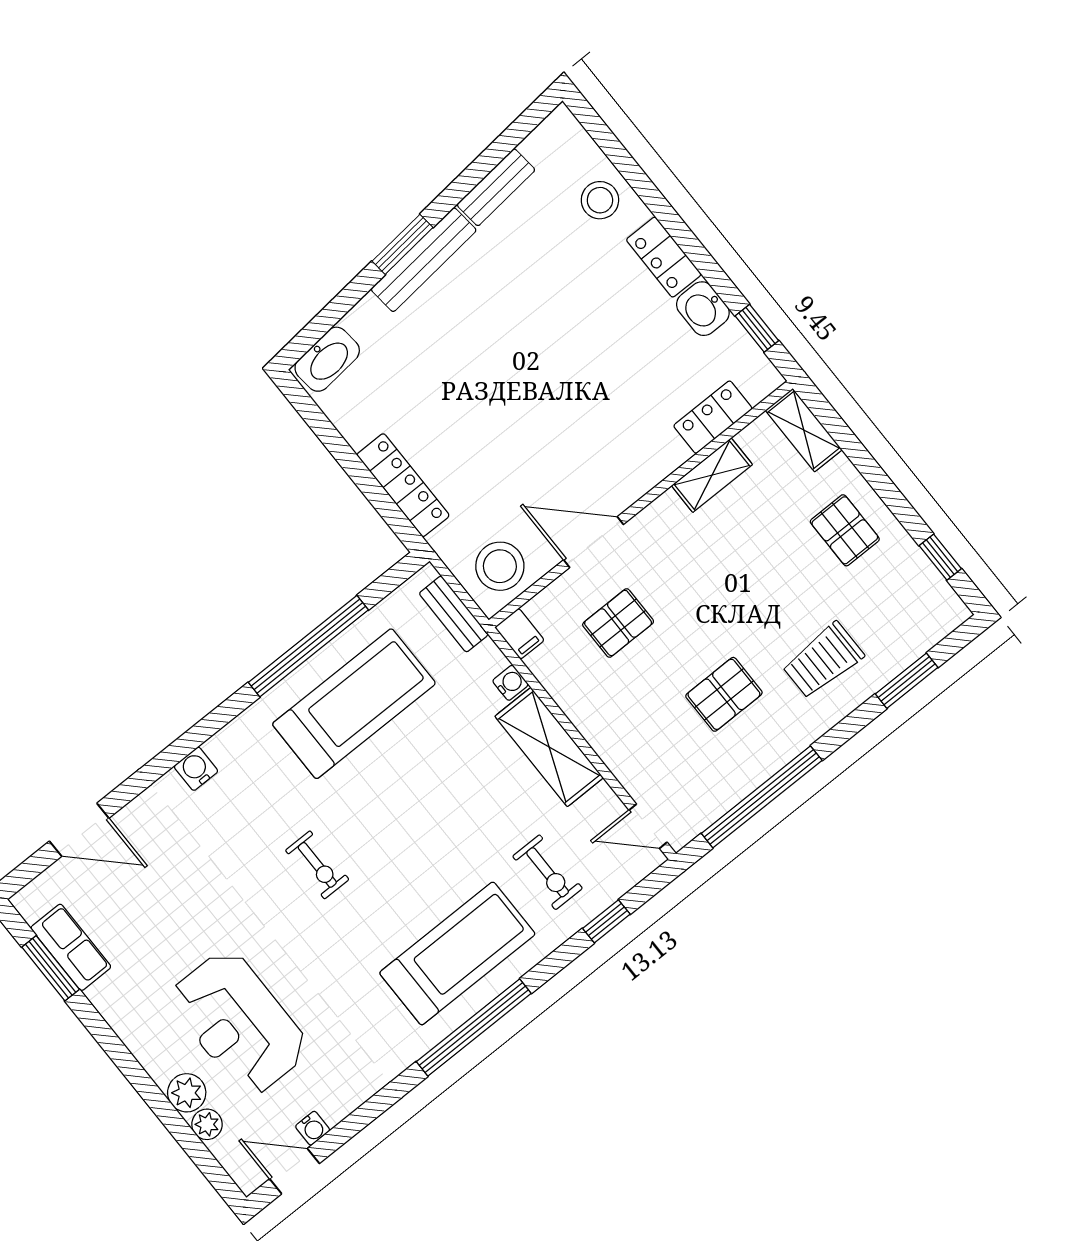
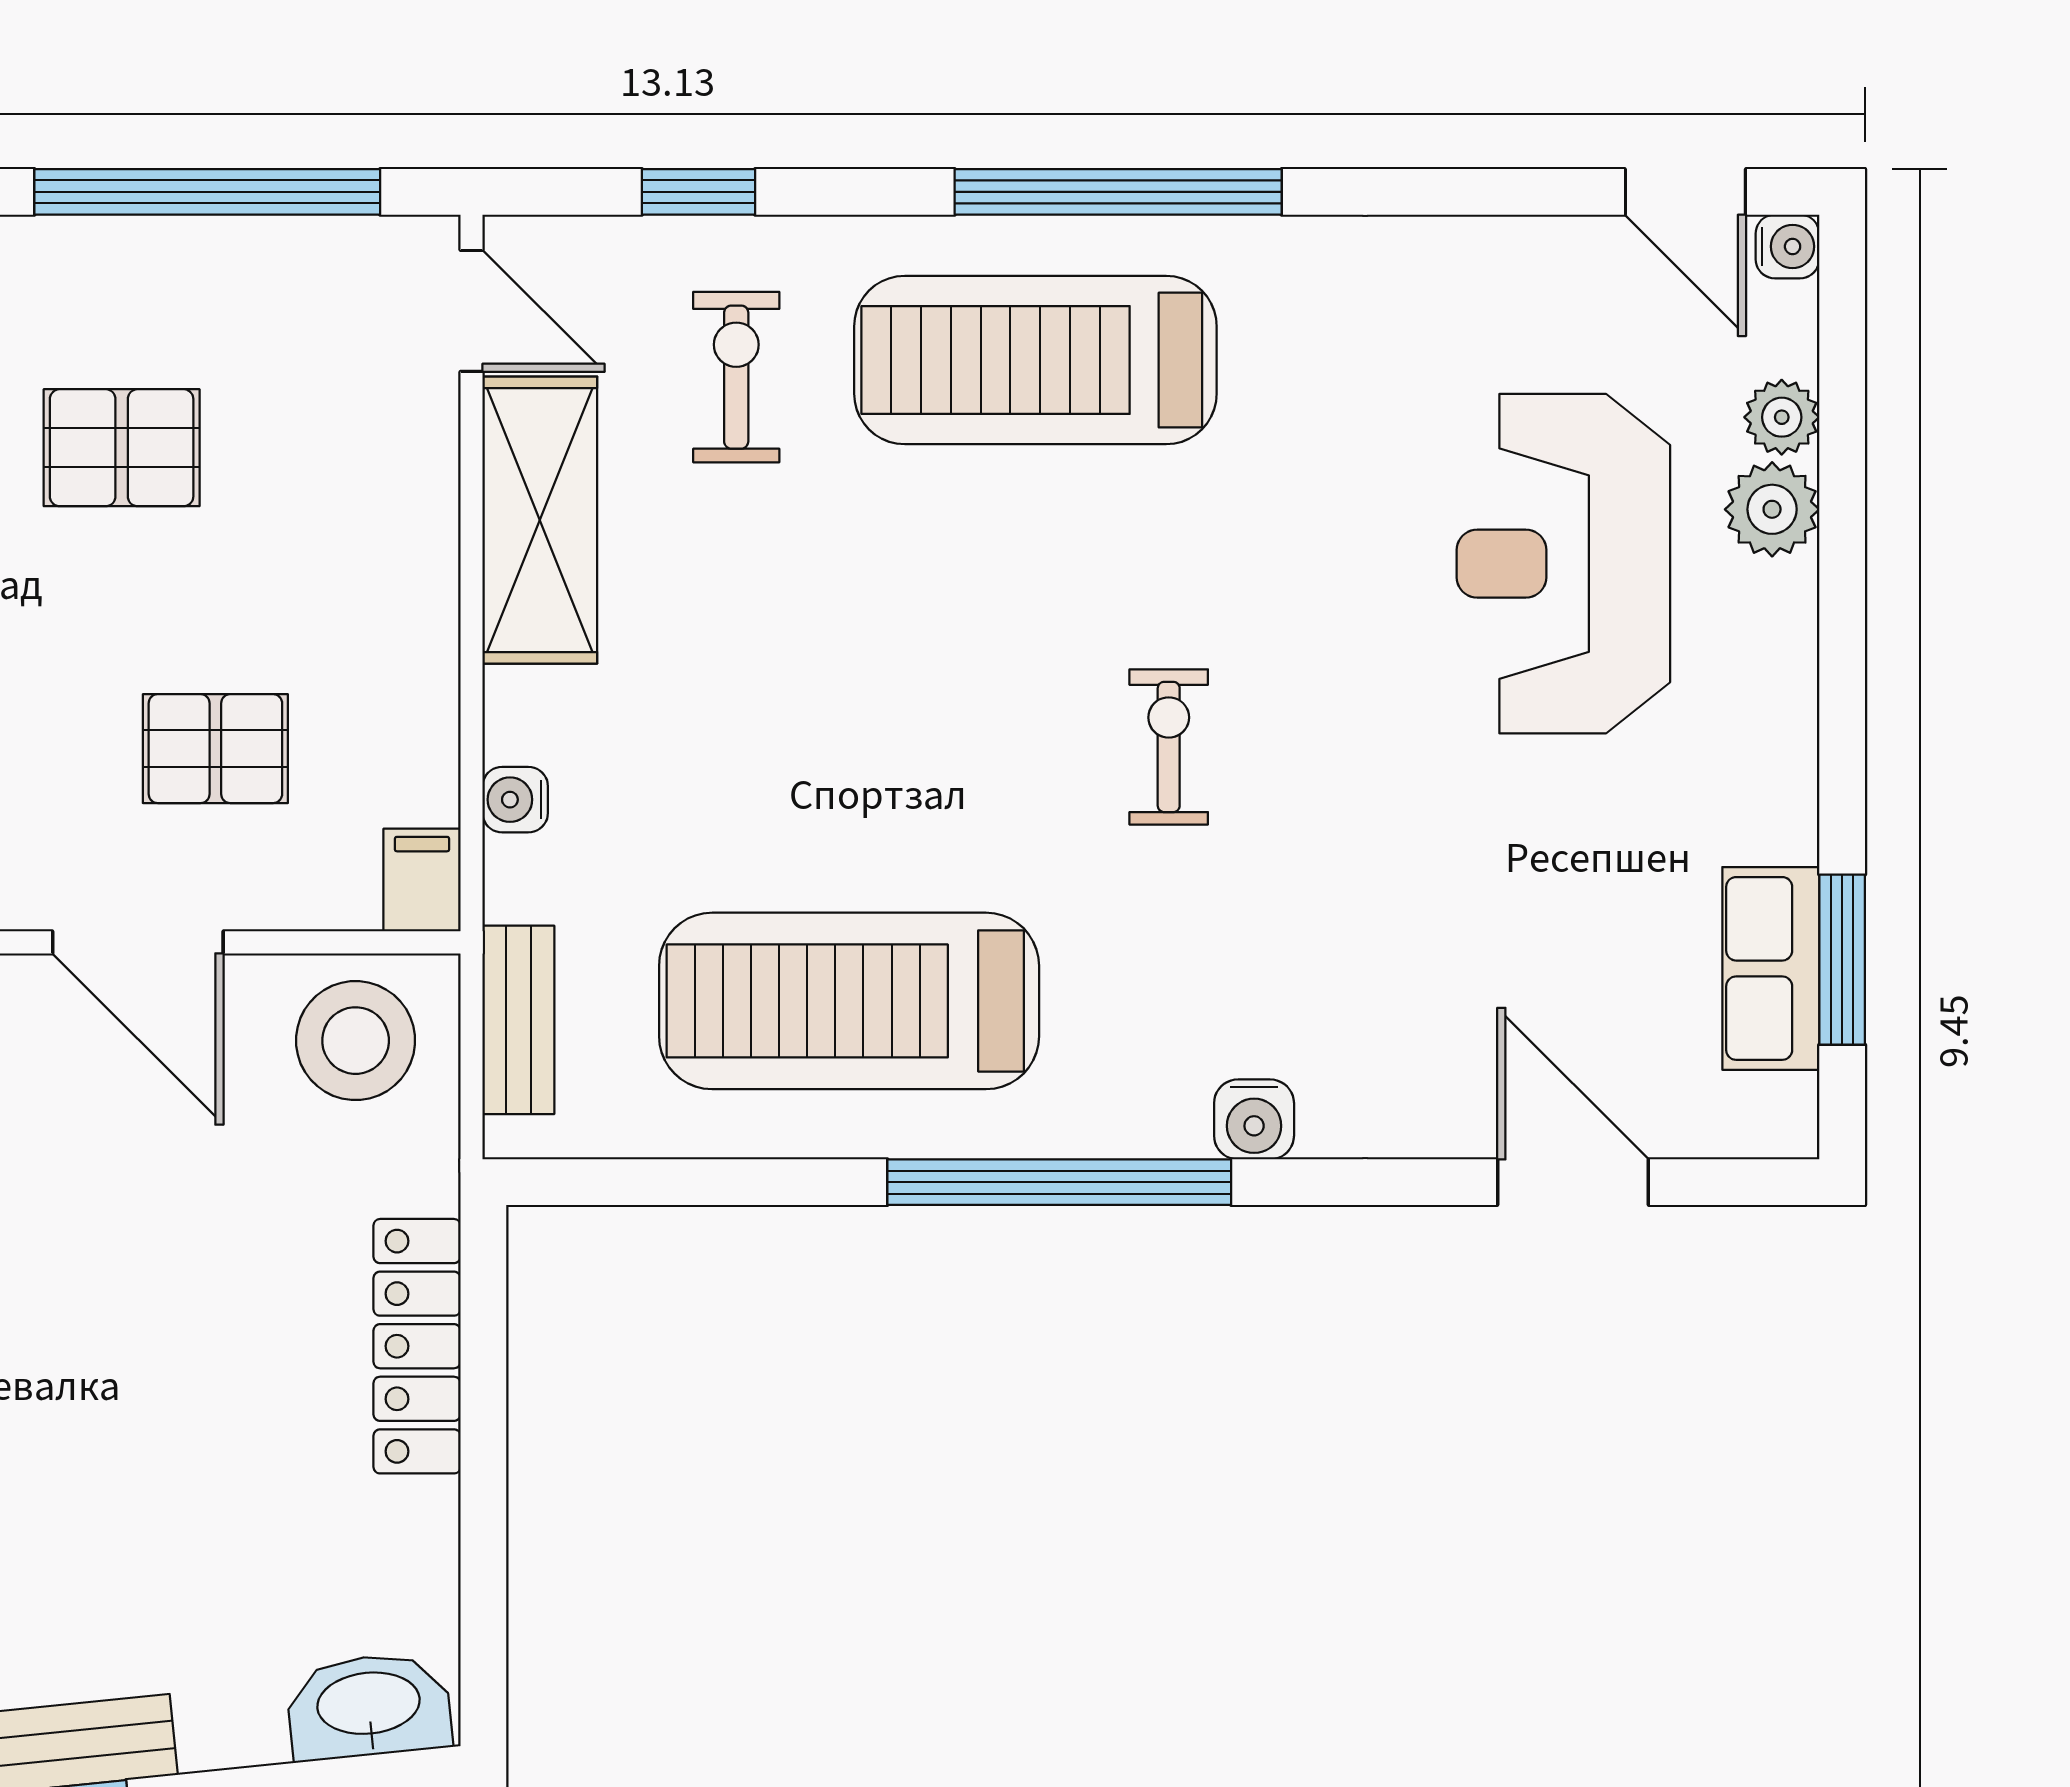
window: (308, 646) -> (1059, 1182), moved
shelving: (549, 747) -> (540, 520), moved
reception desk: (239, 1023) -> (1563, 564), turned 180
water cooler: (313, 1128) -> (1787, 246), moved, turned 90

